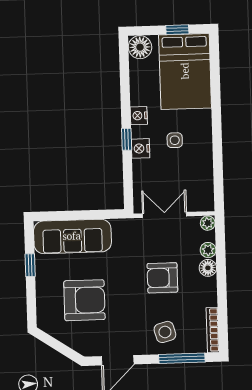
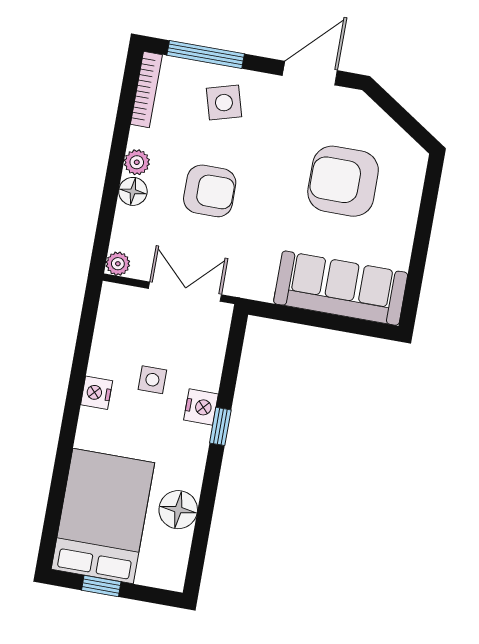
floor lamp: (140, 47) -> (178, 510), moved
nightstand: (139, 116) -> (97, 393), moved, turned 180
side table: (175, 140) -> (152, 380), moved
double door: (164, 215) -> (185, 292), swing flipped
plant: (208, 250) -> (137, 162), moved
window: (30, 265) -> (419, 256), removed

